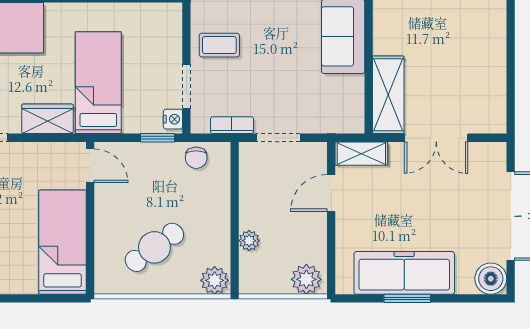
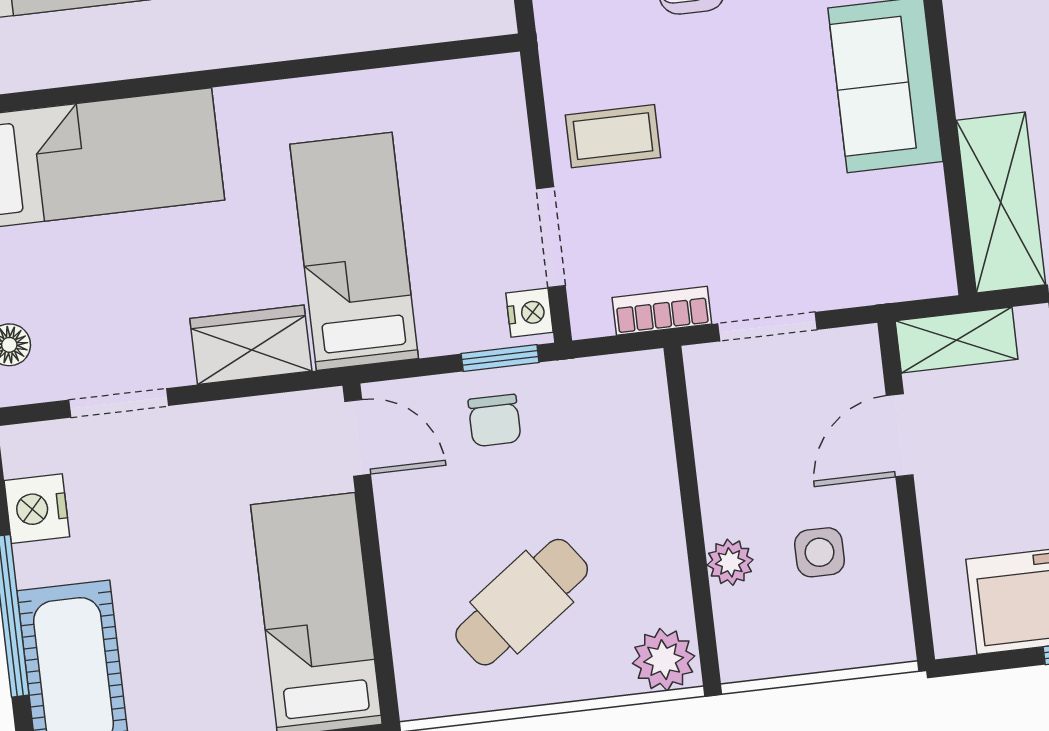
chair: (196, 158) -> (495, 420), moved
side table: (289, 241) -> (820, 552), added
plant: (306, 279) -> (867, 633), removed

